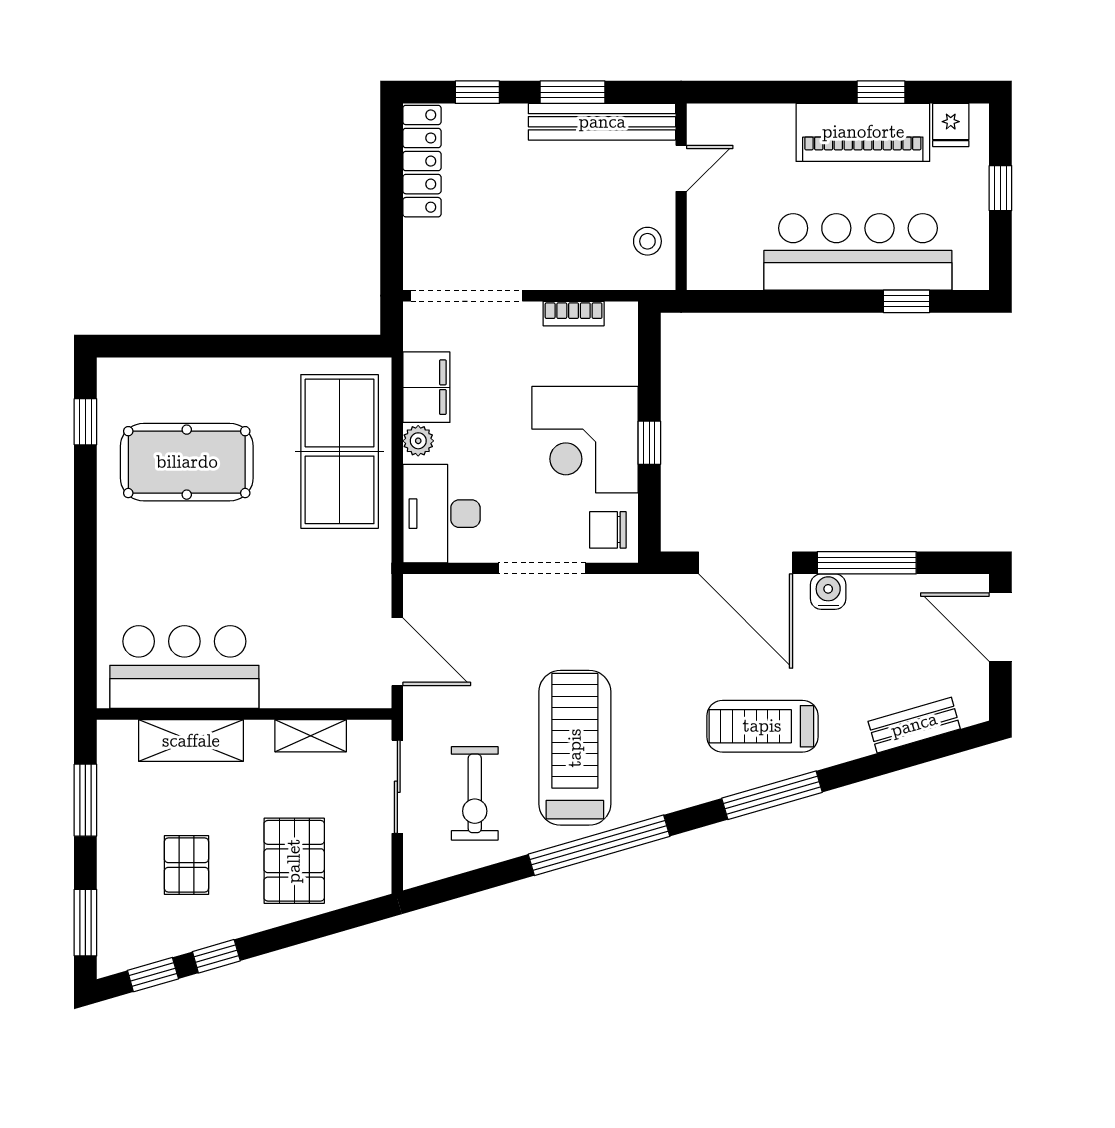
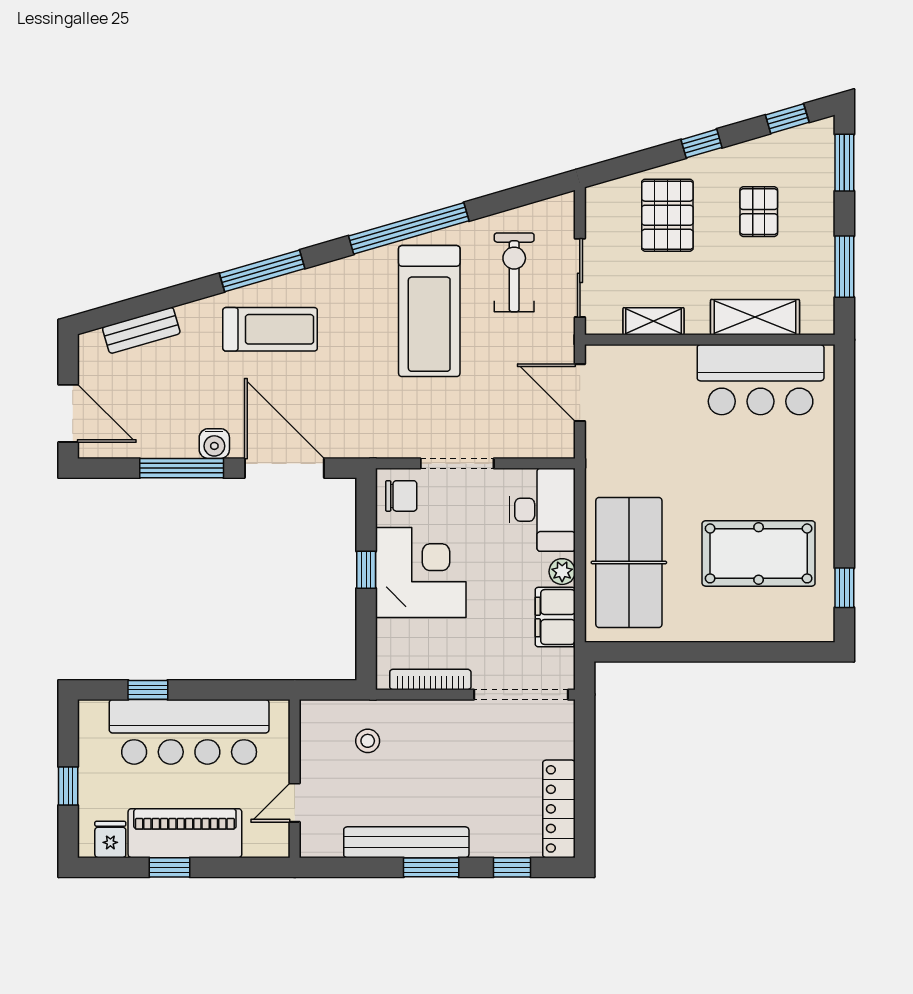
door: (681, 168) -> (295, 803), moved
wall: (681, 197) -> (295, 779), moved
bookcase: (574, 314) -> (430, 679), width x1.56
window: (216, 956) -> (701, 144), moved

